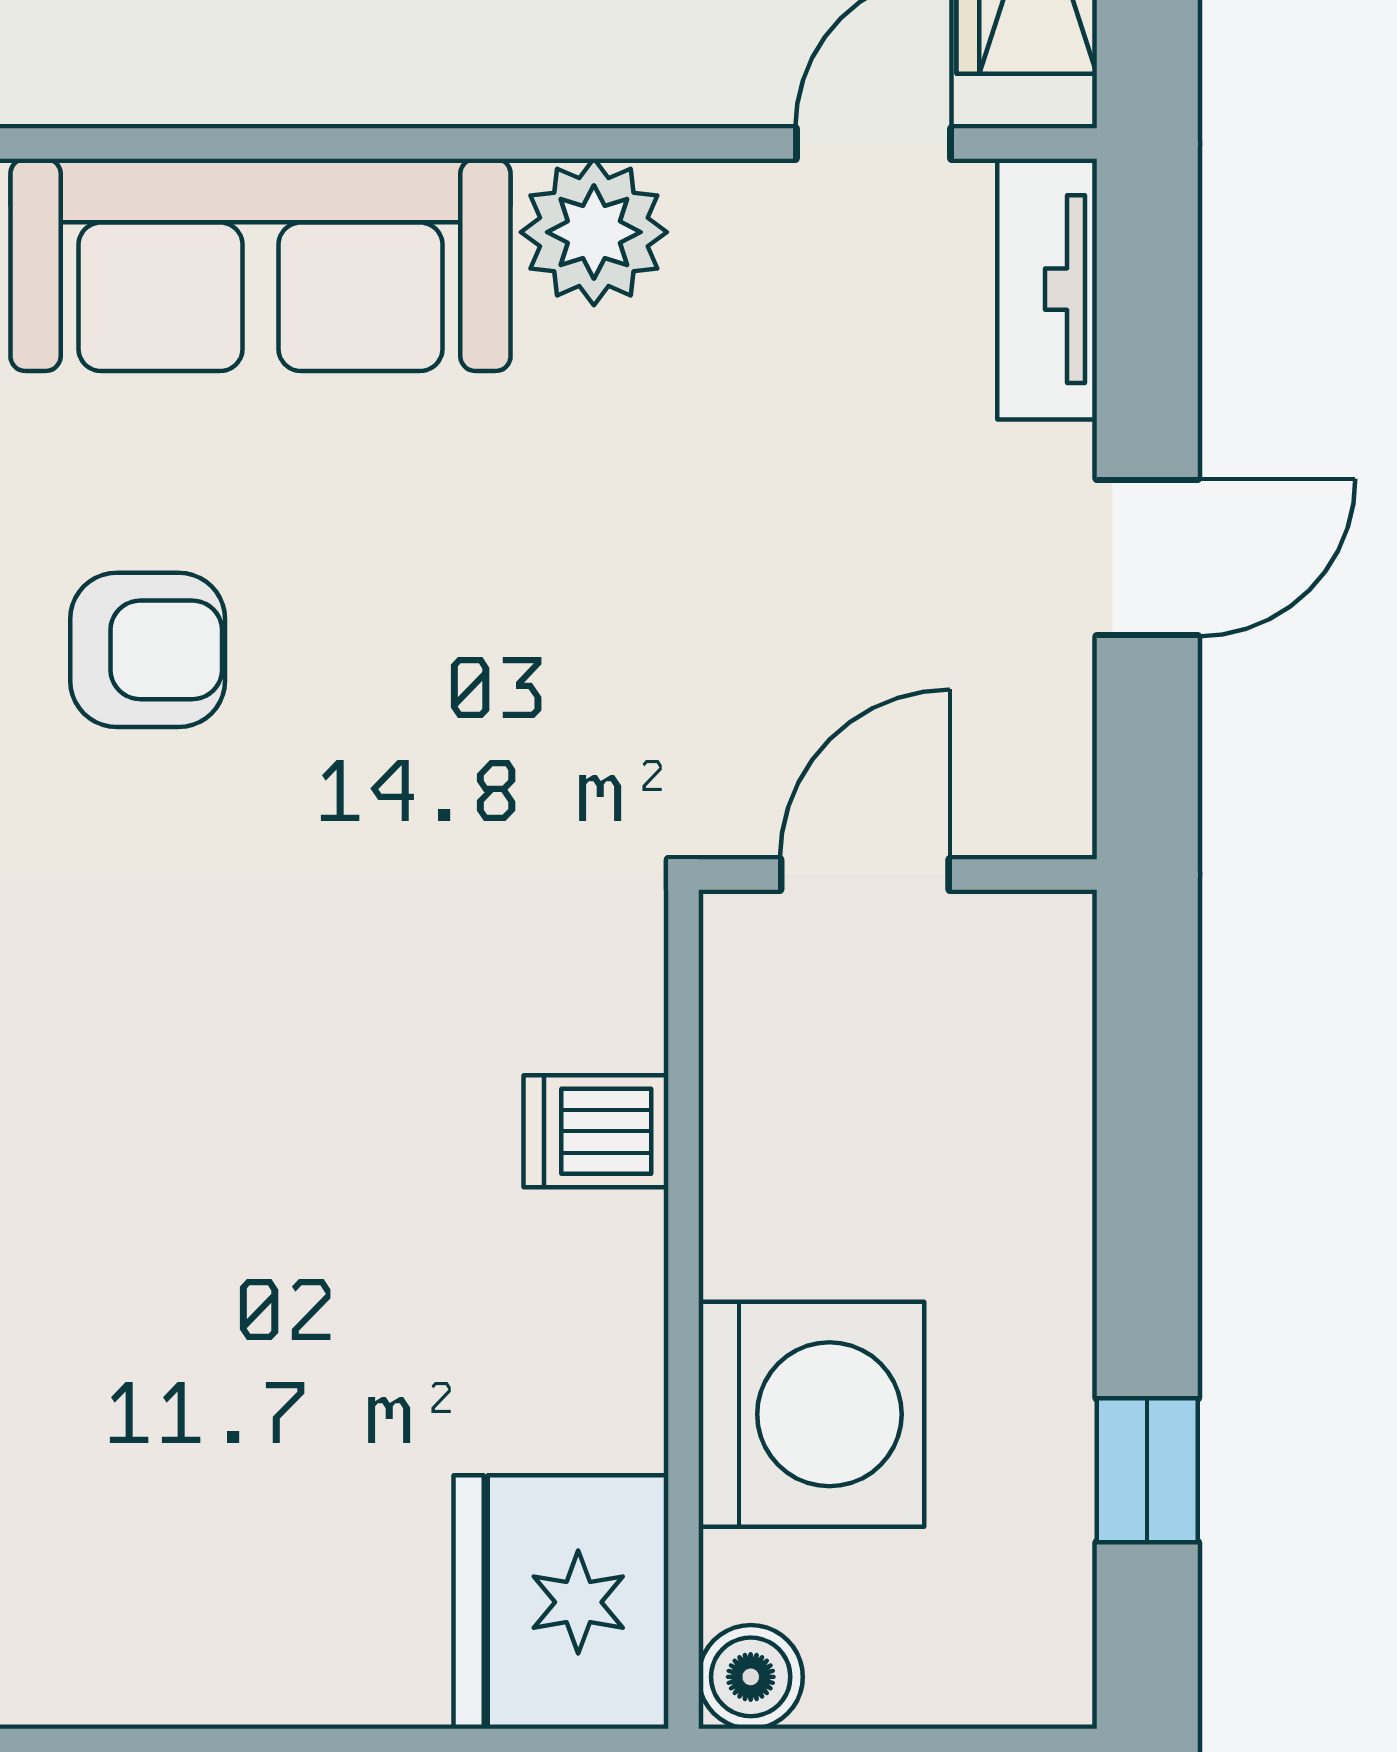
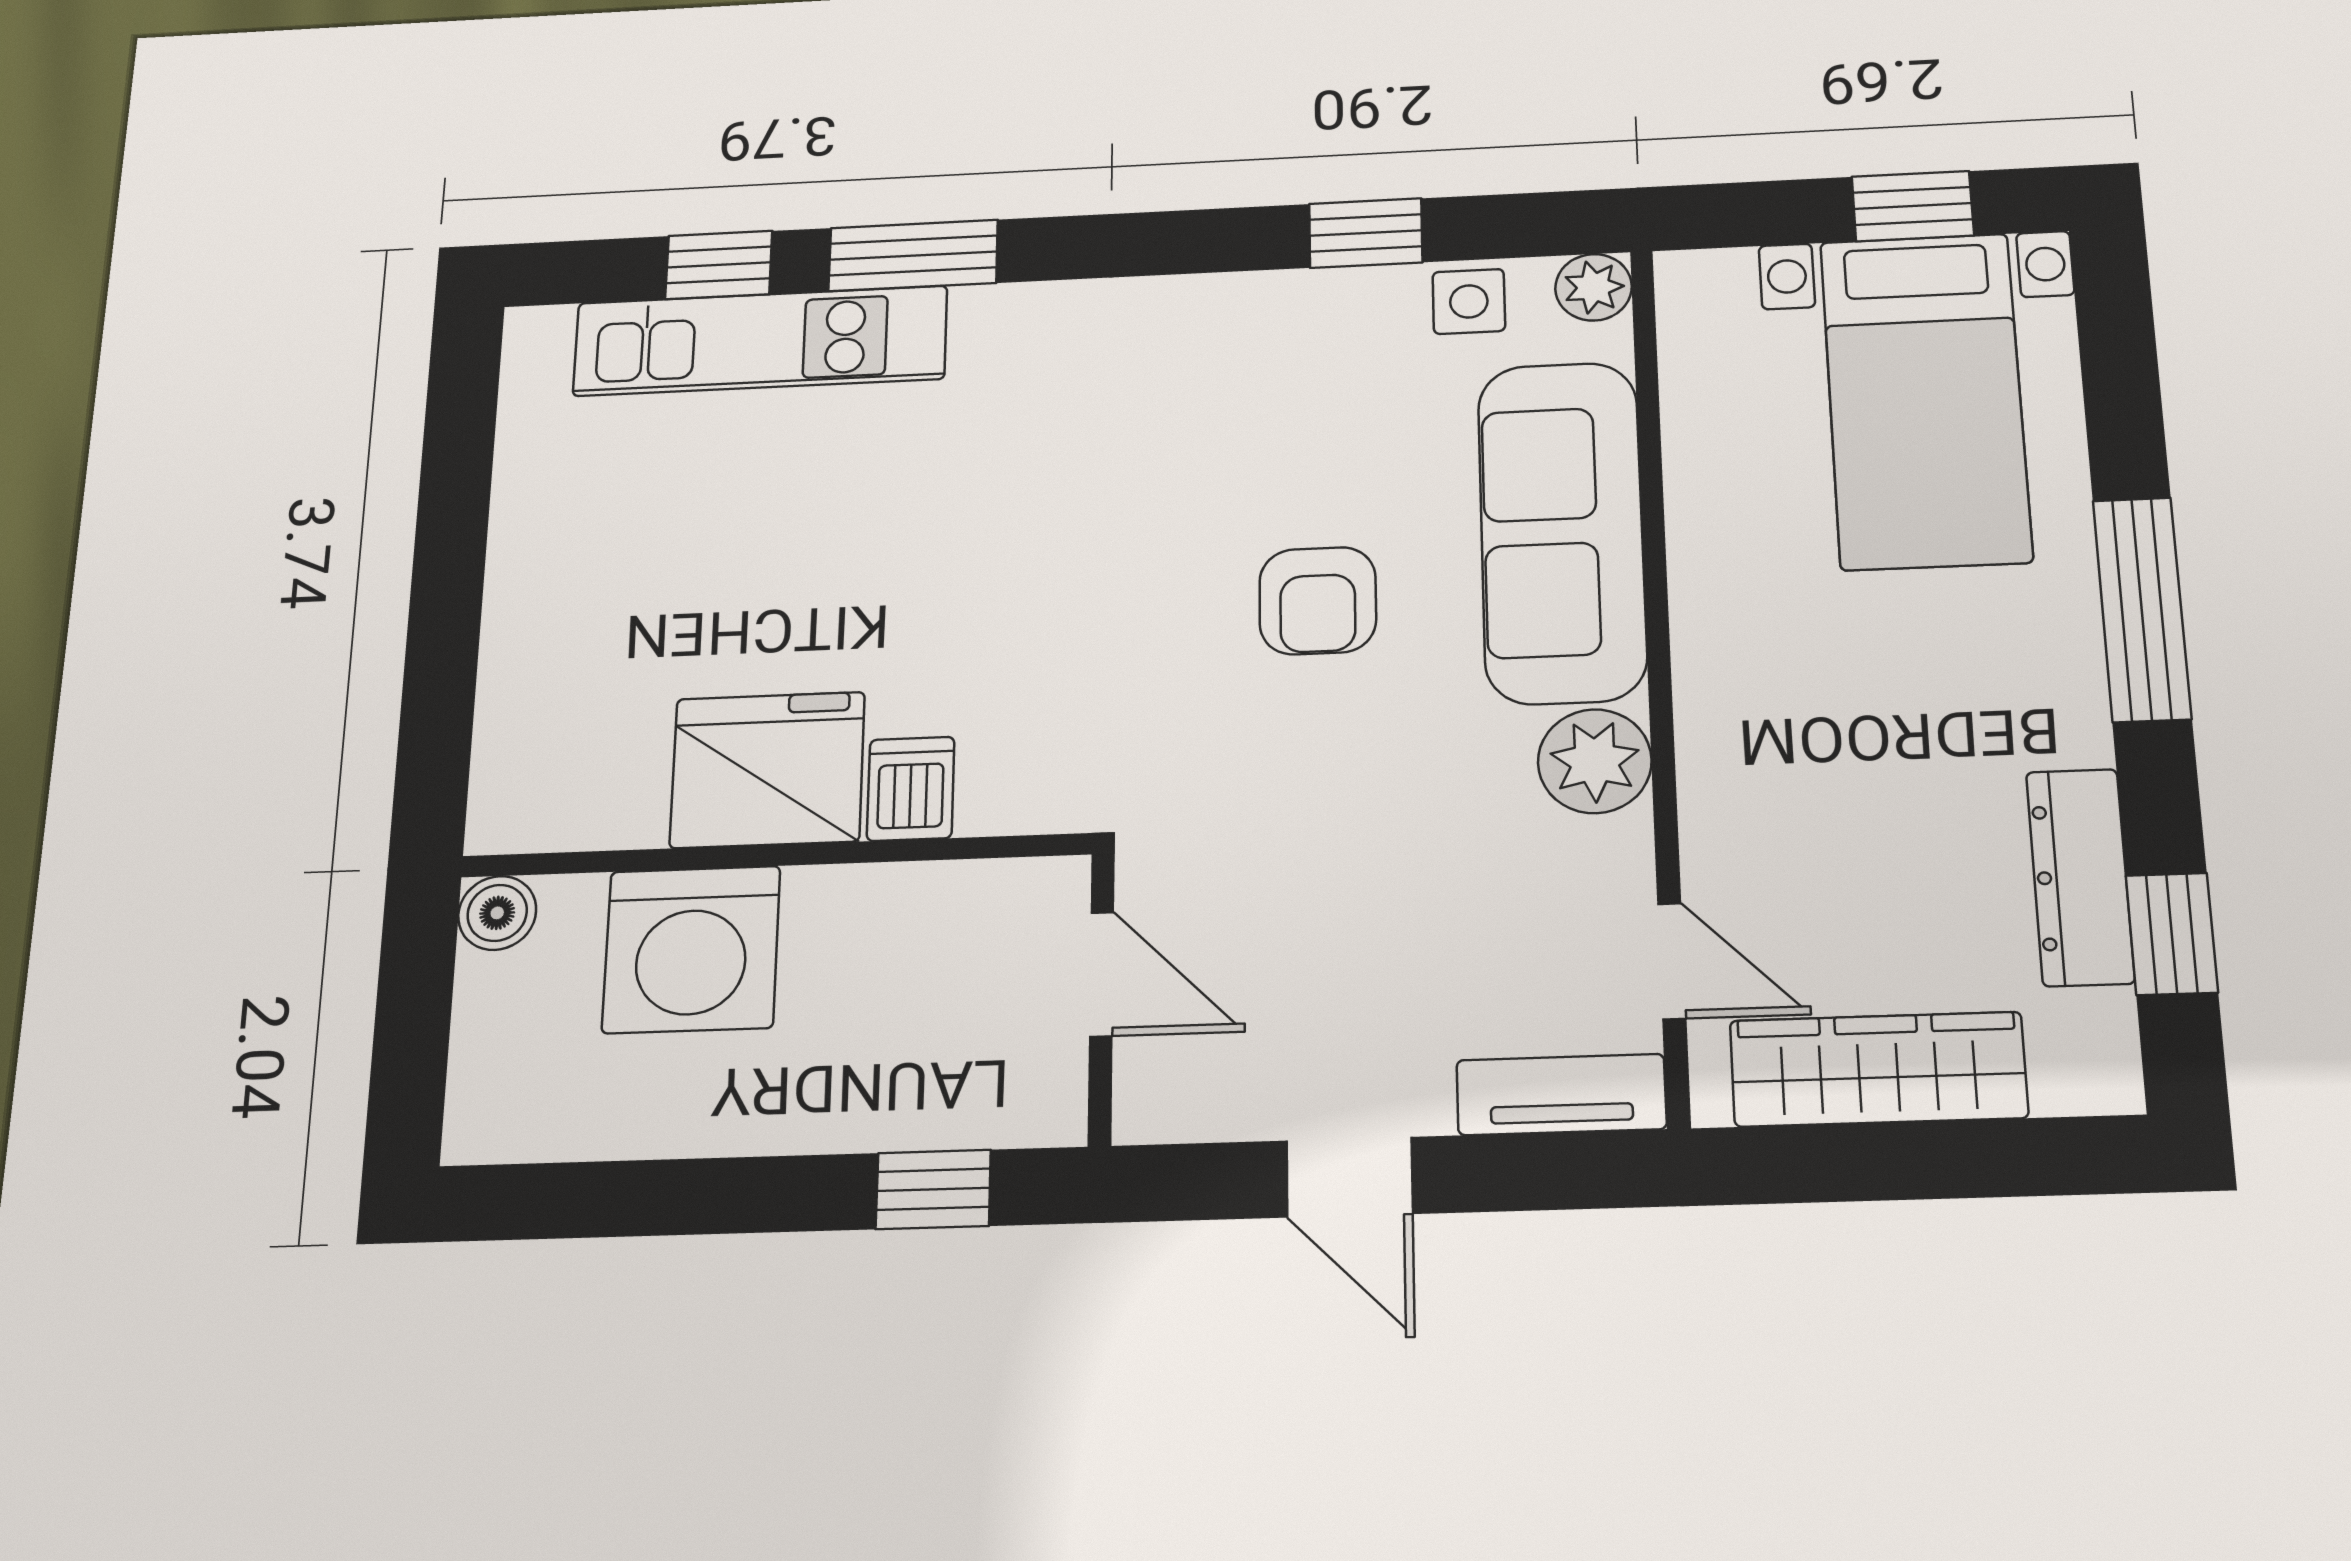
armchair: (148, 650) -> (1318, 601), moved
window: (1147, 1470) -> (933, 1189), moved
fridge: (561, 1602) -> (767, 770), moved

